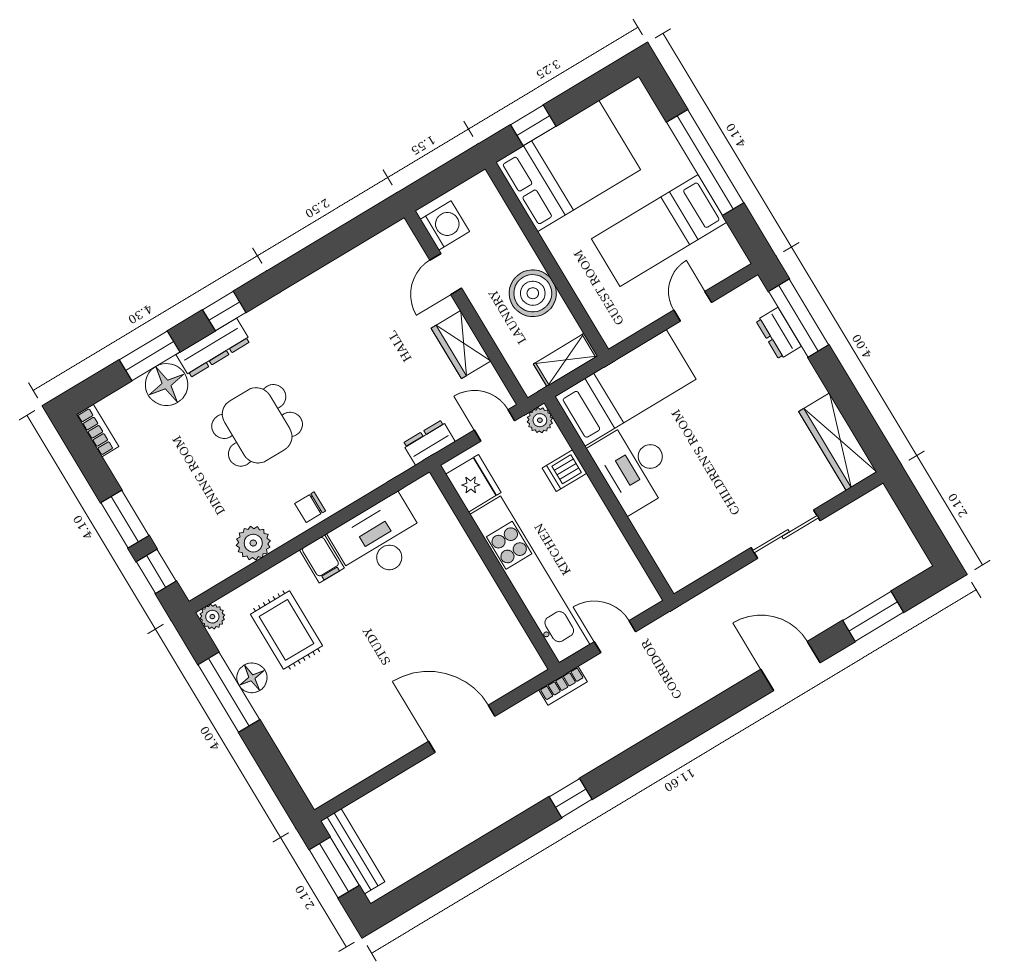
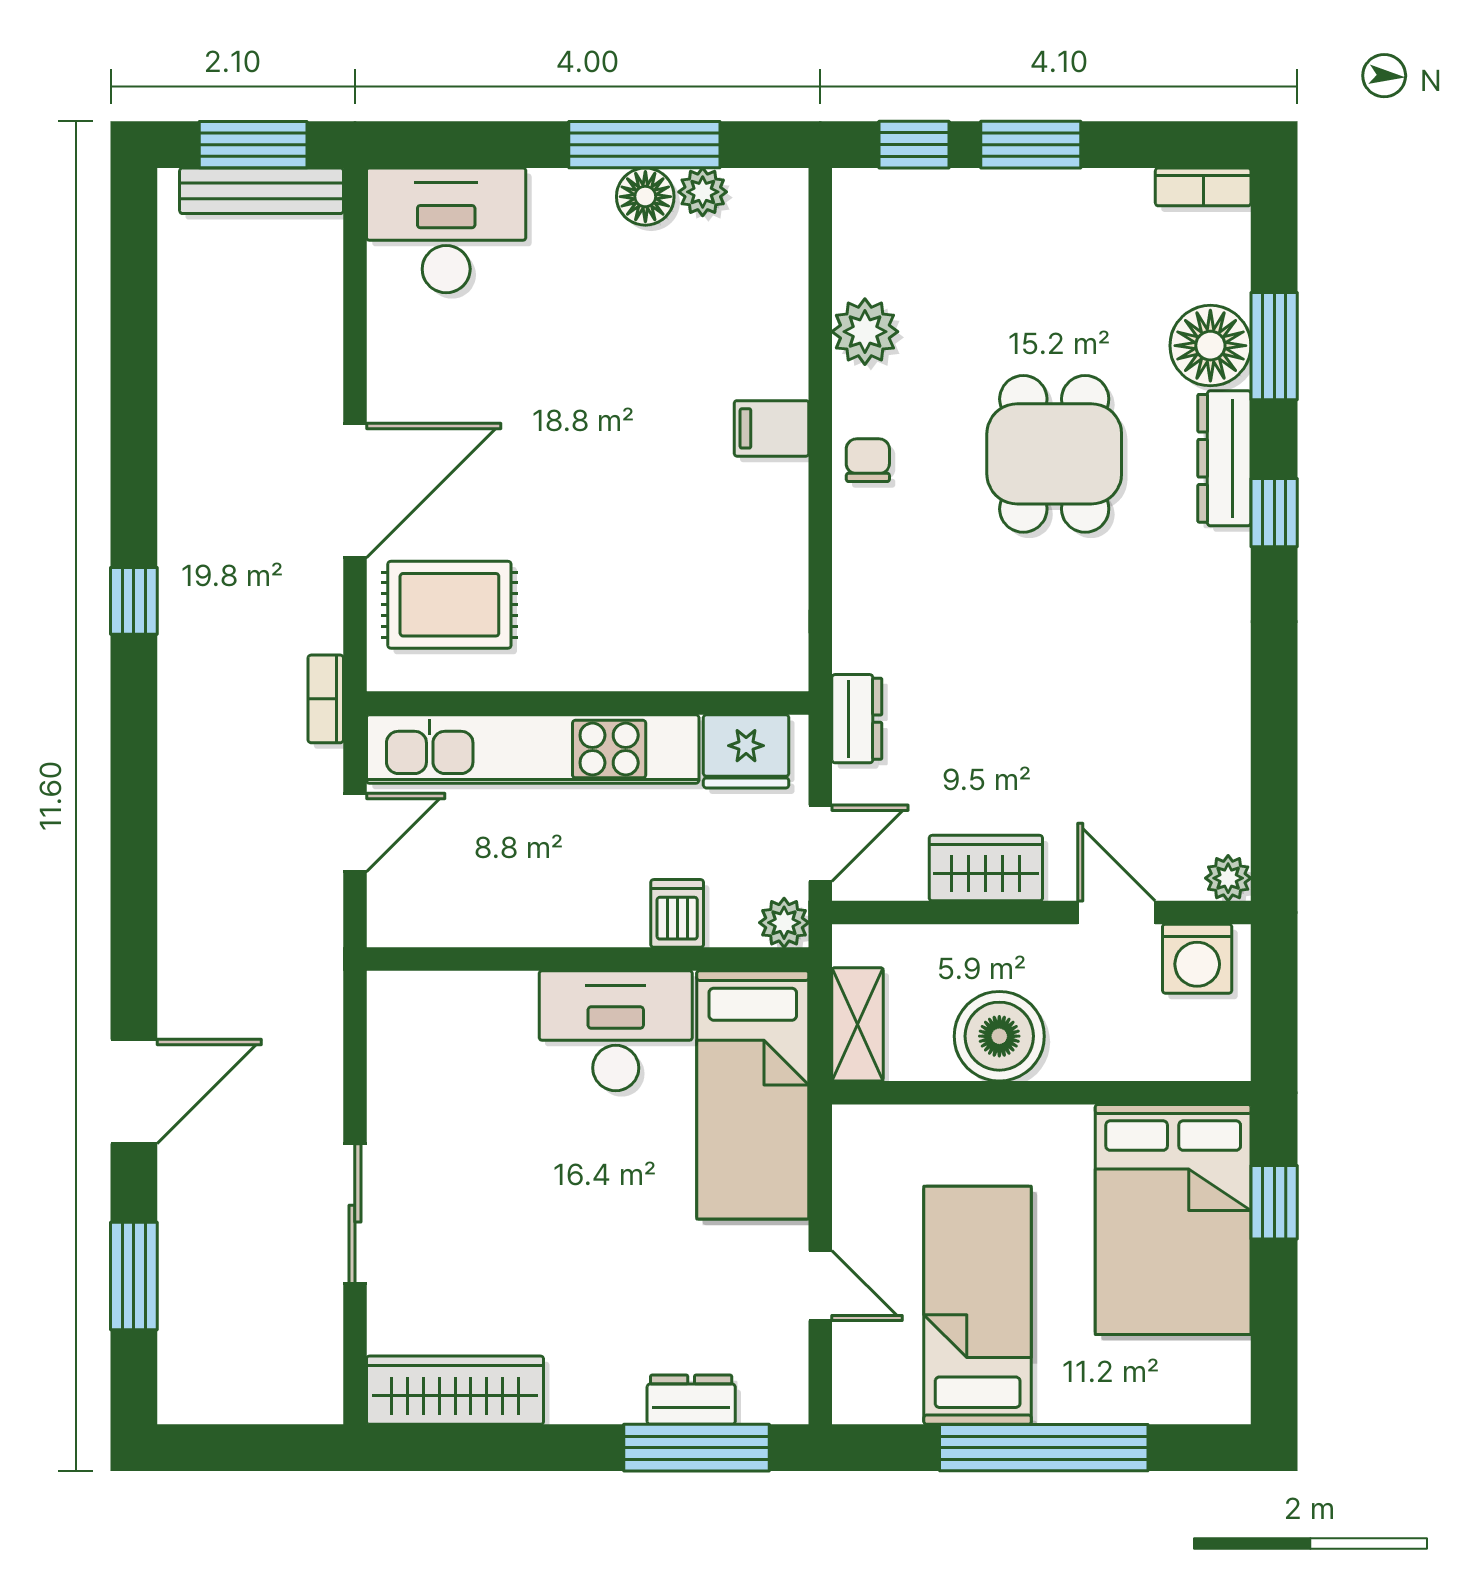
plant: (400, 233) -> (1228, 878), added
desk: (379, 540) -> (446, 230), moved, turned -90
plant: (212, 617) -> (703, 192), moved
rug: (287, 630) -> (449, 605), moved

